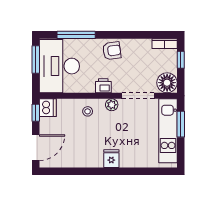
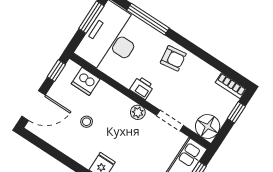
doorway: (138, 96) -> (170, 120), width x0.73
dishwasher: (48, 108) -> (86, 81), moved, turned 90
stool: (88, 111) -> (87, 122), moved

